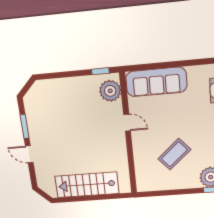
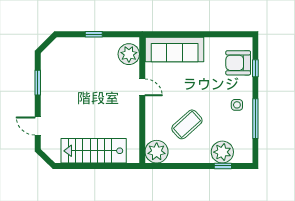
window: (100, 71) -> (94, 34), moved
door: (29, 154) -> (38, 126), moved
plant: (147, 181) -> (157, 152), added

